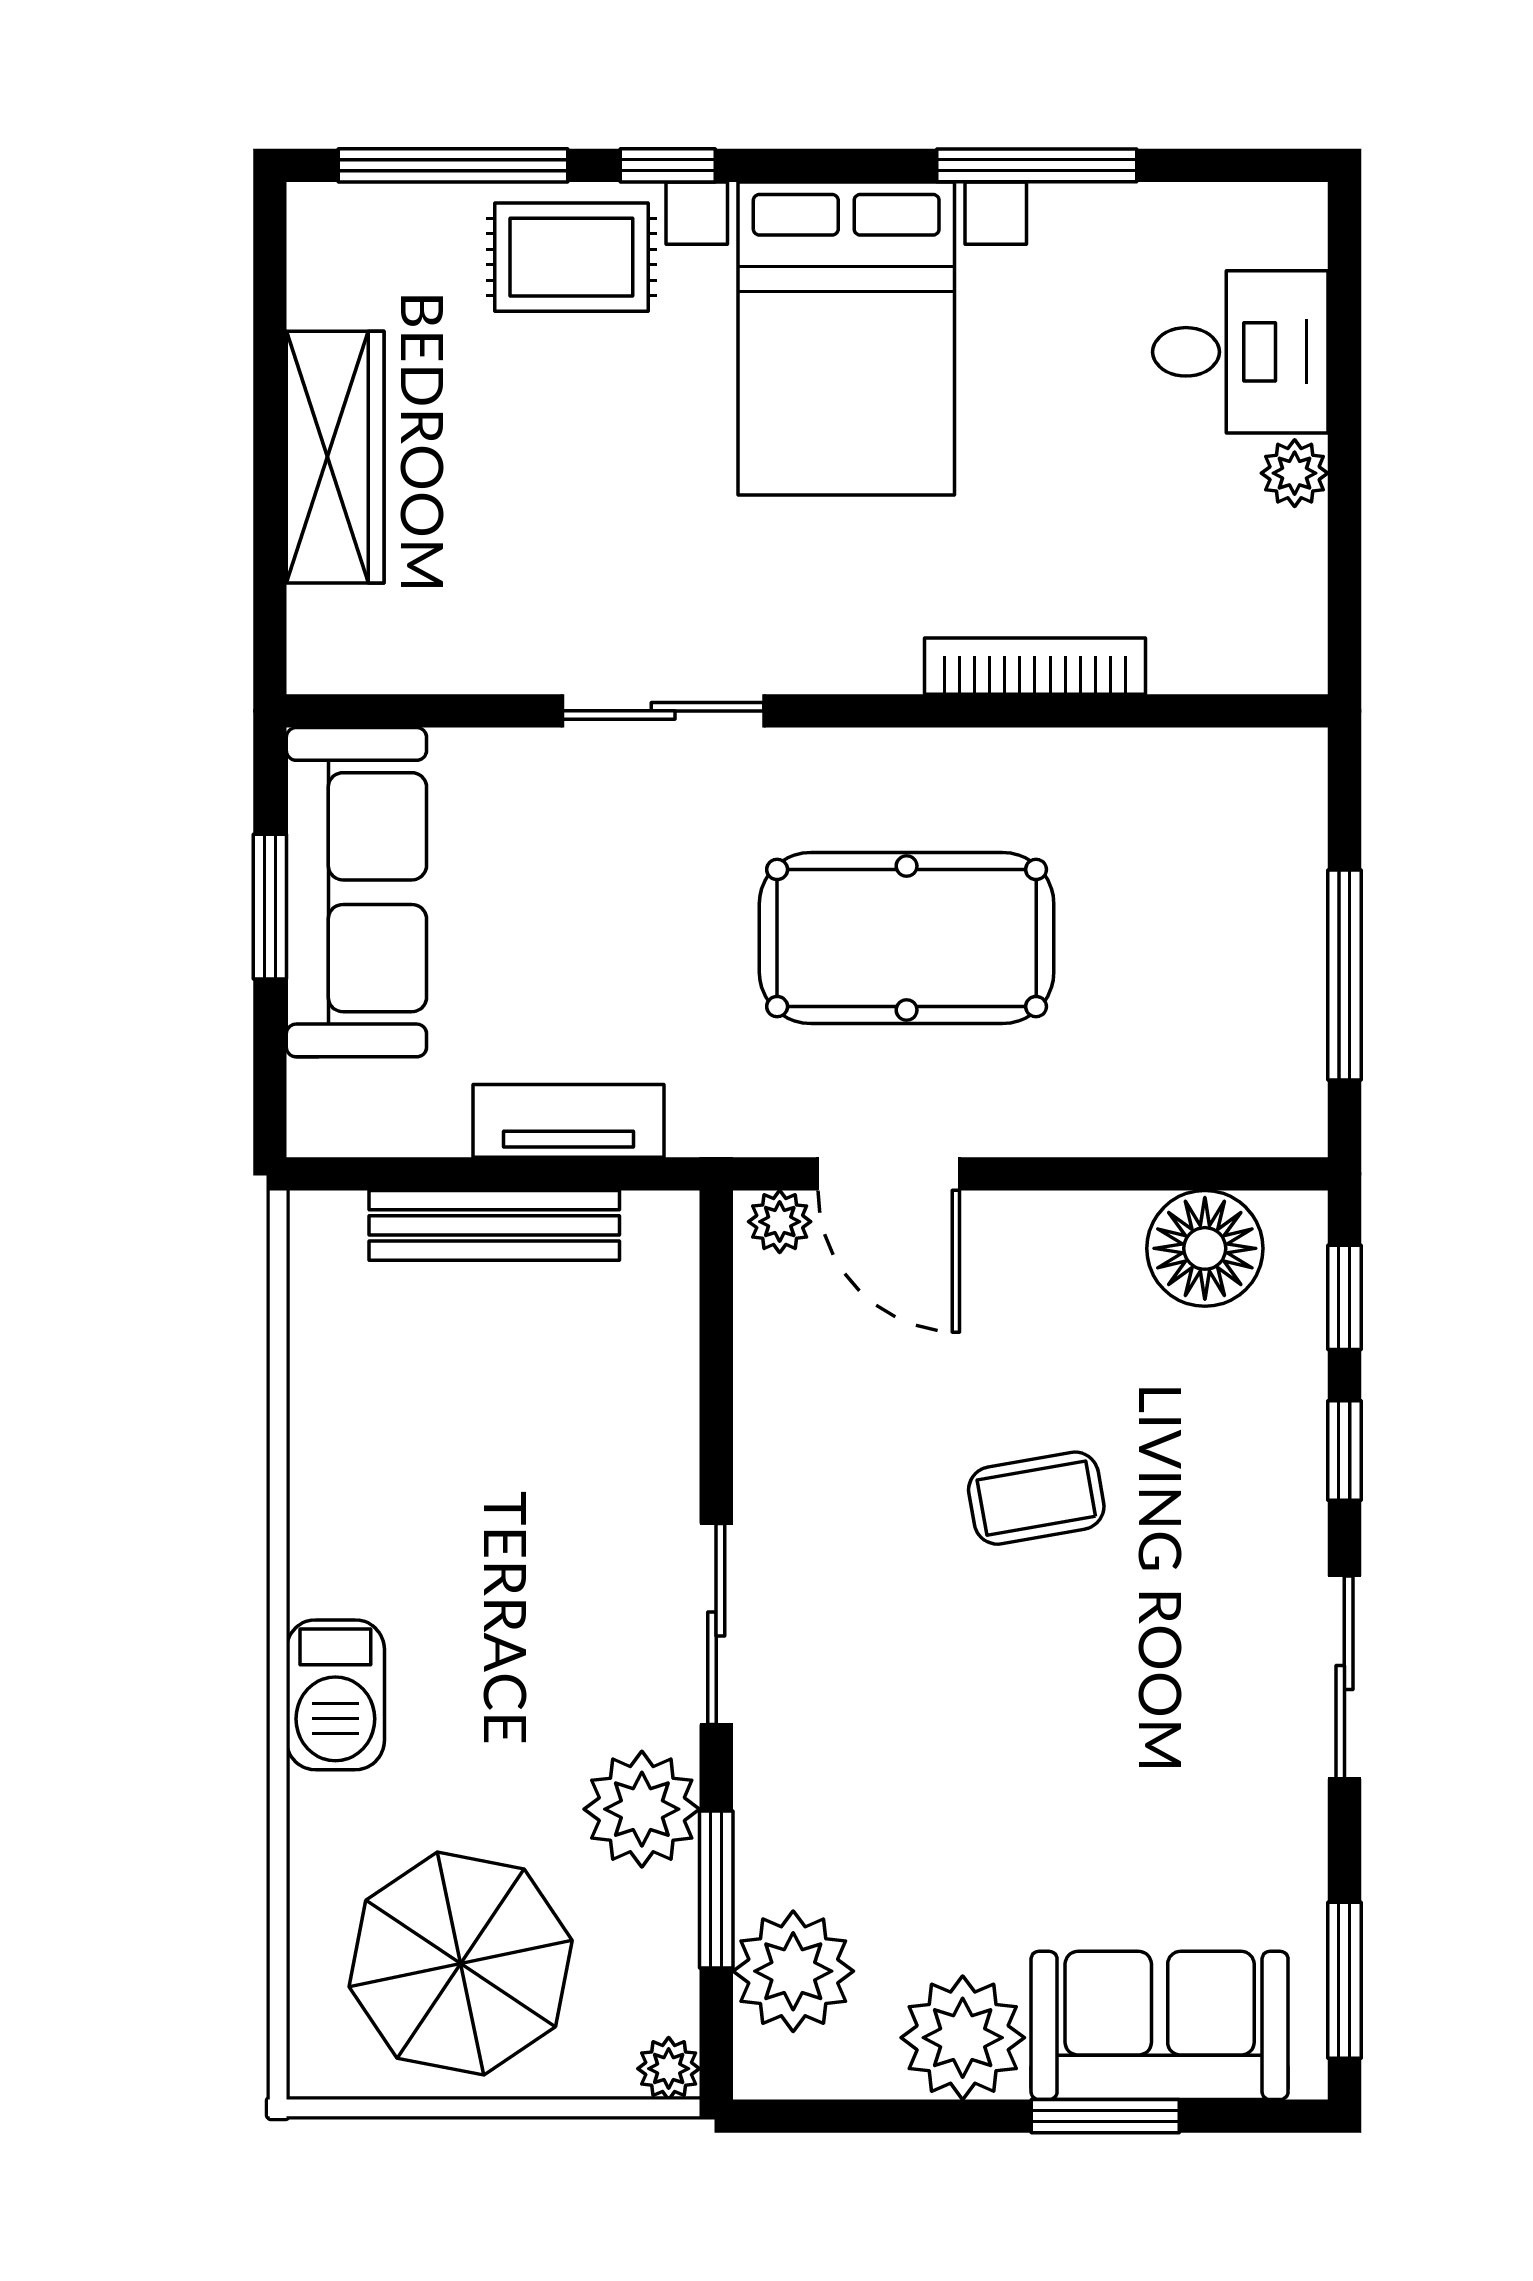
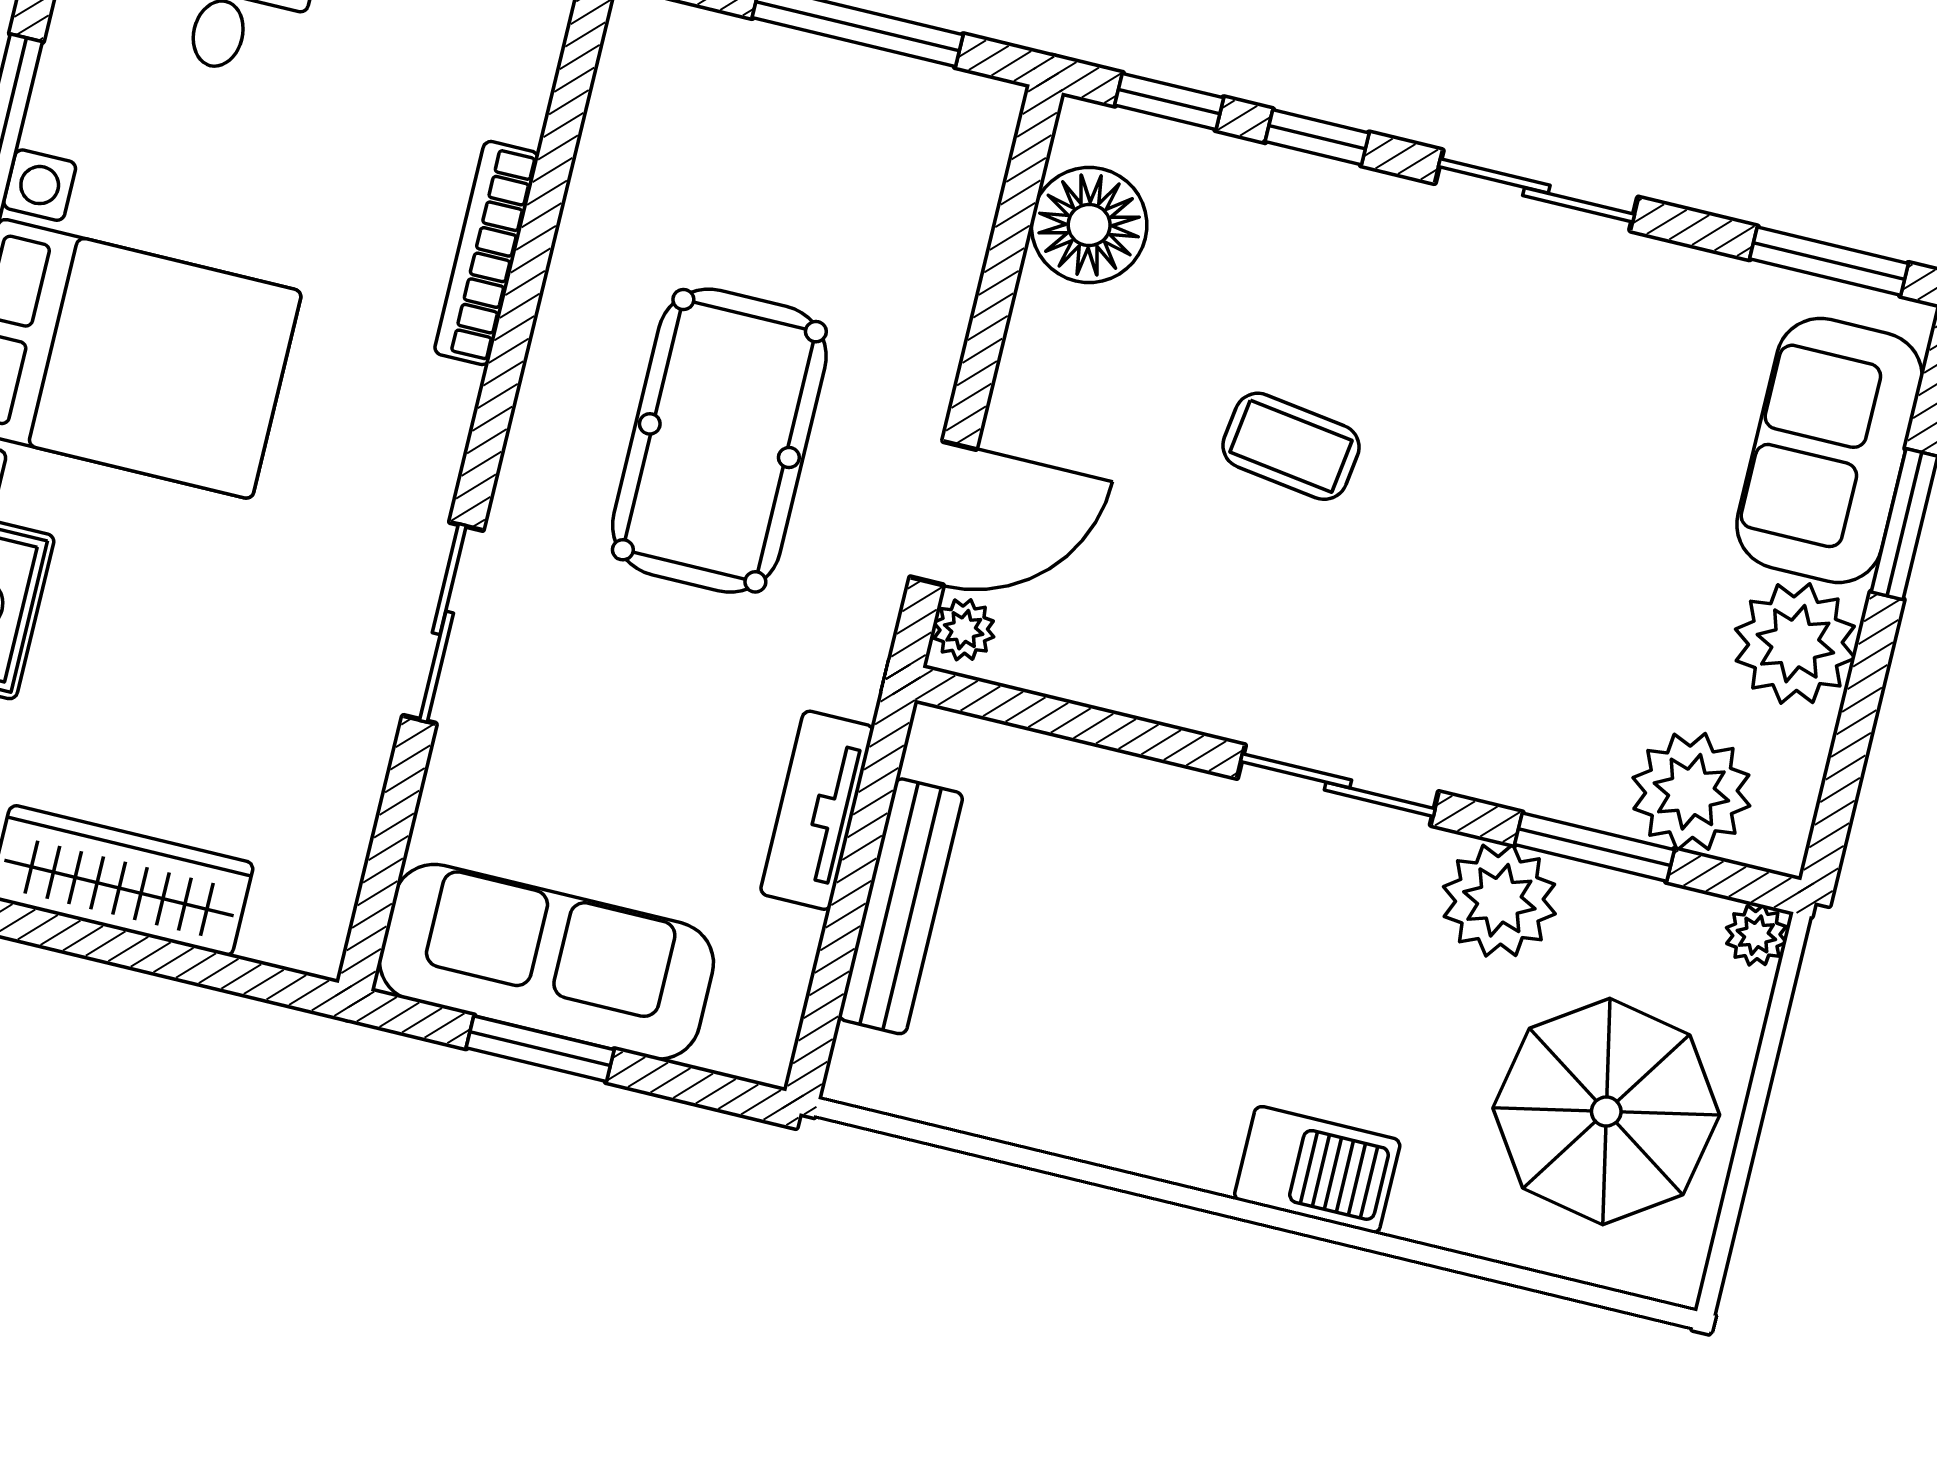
coffee table: (1036, 1498) -> (1291, 446), turned -72

